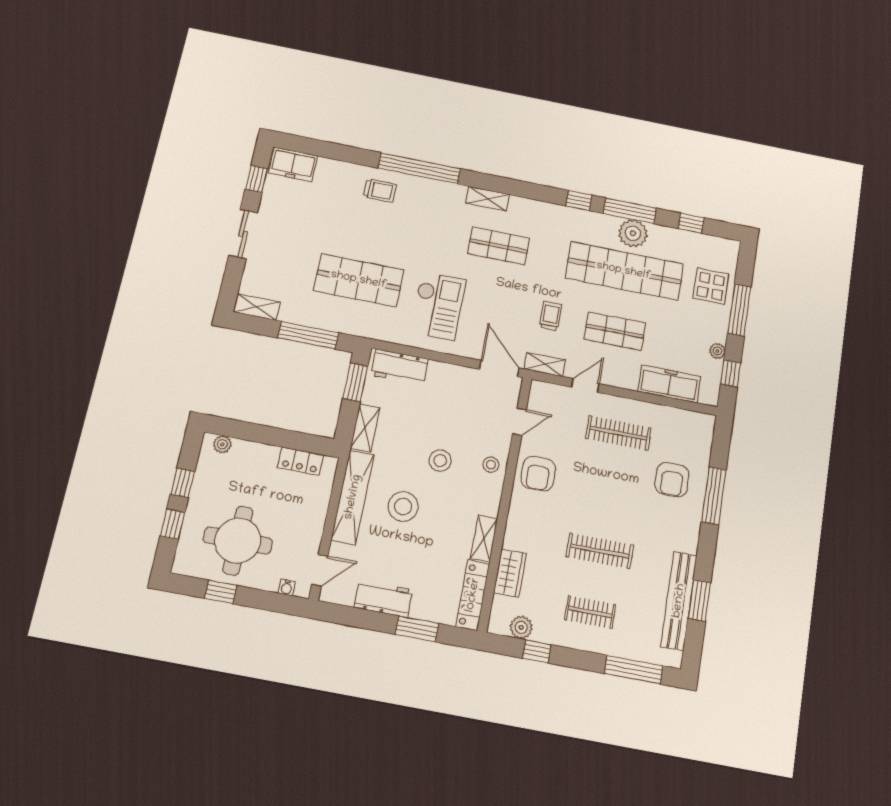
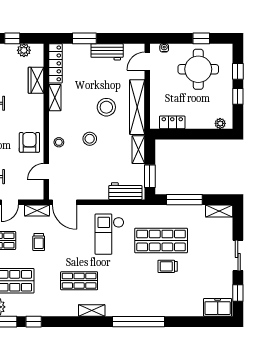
trolley: (380, 191) -> (168, 266), moved

